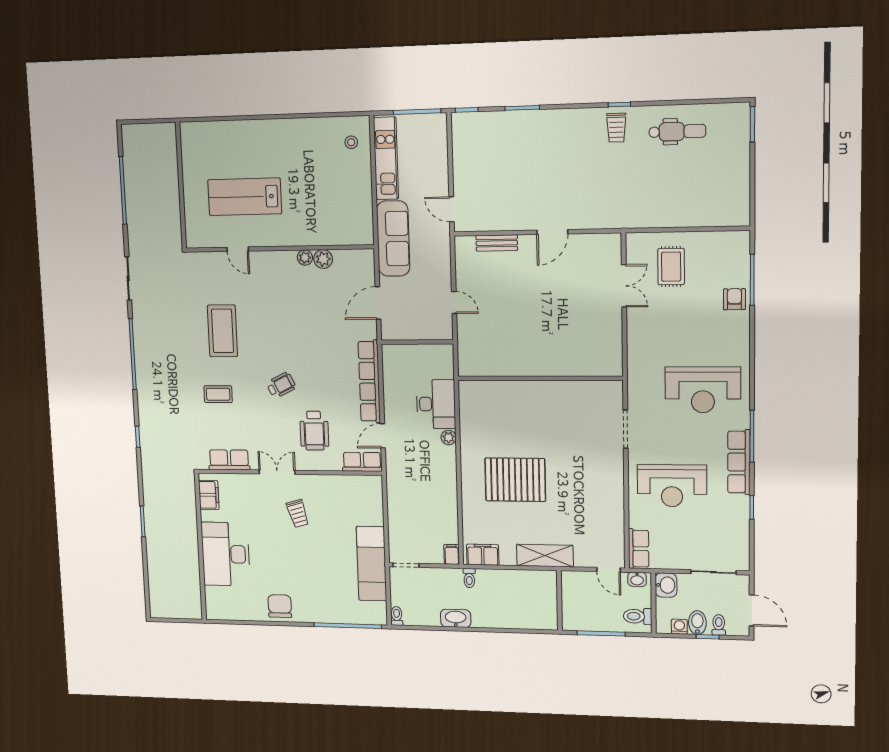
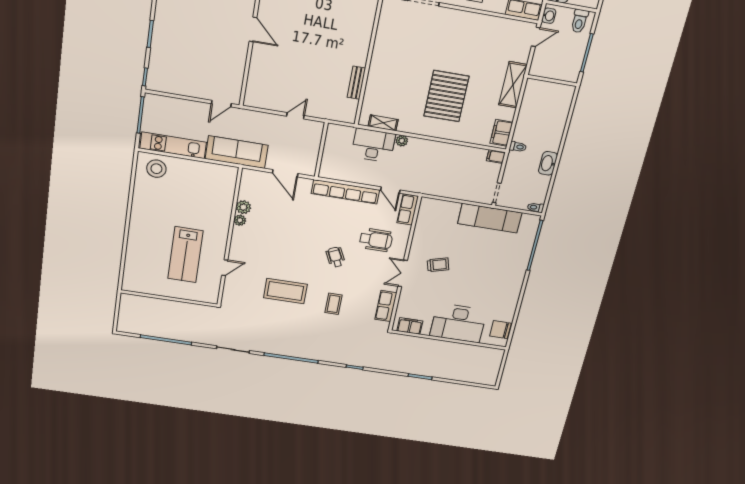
stool: (351, 142) -> (156, 169), width x1.89, depth x1.89
bench: (497, 243) -> (356, 83), moved
shelving: (467, 411) -> (383, 123), added
chair: (280, 606) -> (500, 330), moved

